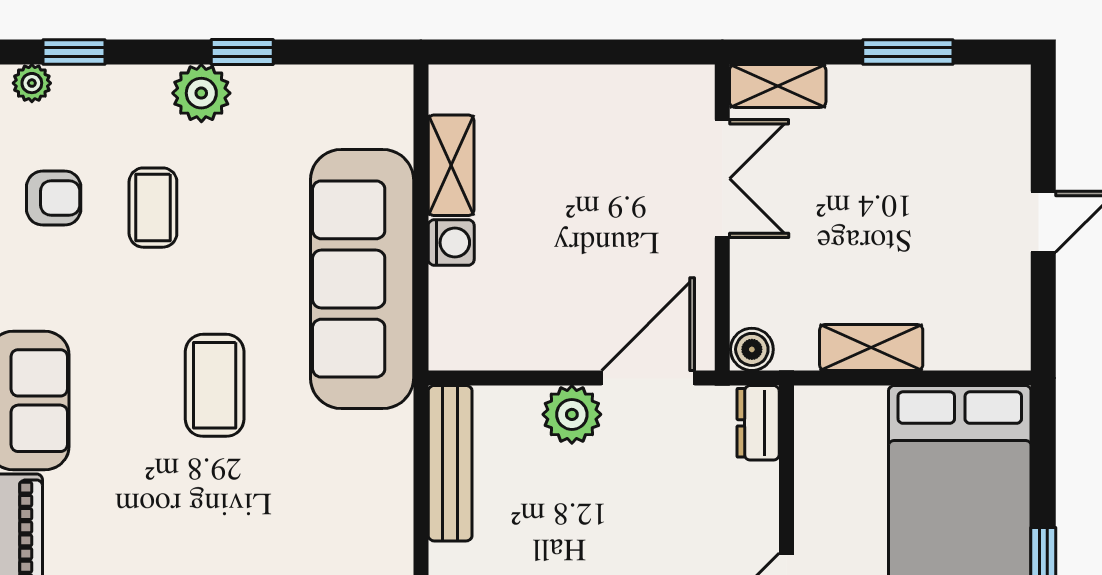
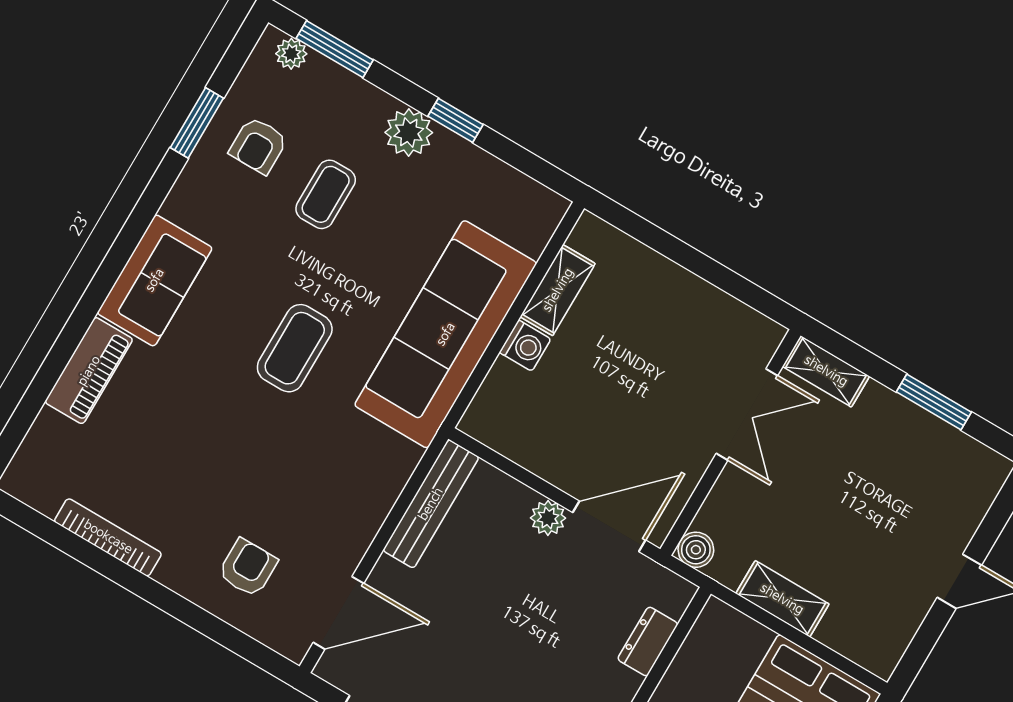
window: (74, 52) -> (335, 49), width x1.50
armchair: (54, 198) -> (258, 145), turned 90
plant: (572, 414) -> (548, 518), width x0.73, depth x0.73
dresser: (758, 423) -> (648, 641), moved

